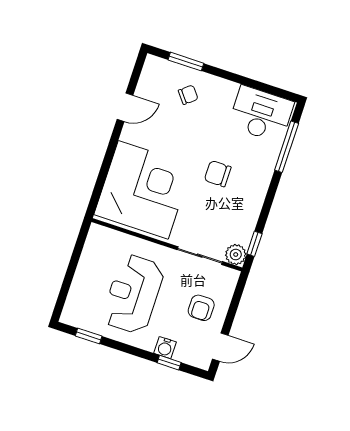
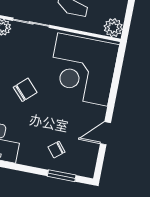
chair: (218, 174) -> (25, 90), turned -43
plant: (99, 237) -> (113, 28), added

